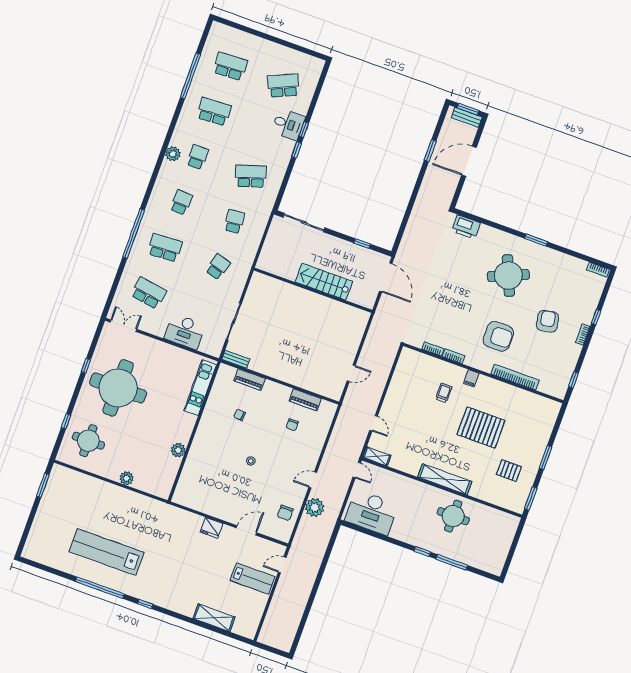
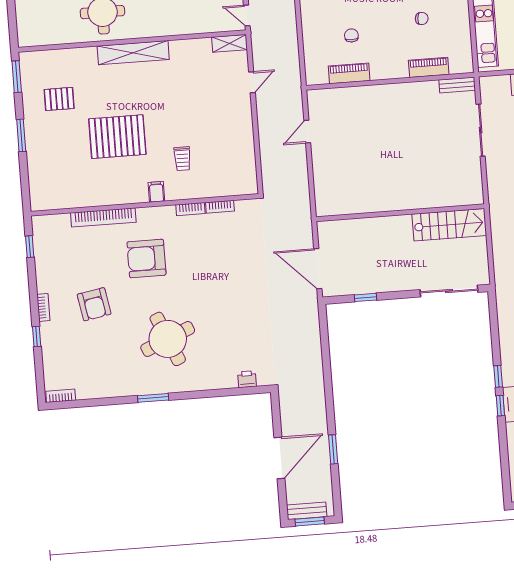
printer: (466, 227) -> (247, 379), width x0.53, depth x0.68
stairs: (324, 282) -> (449, 225), moved
door: (374, 423) -> (252, 82), swing flipped

